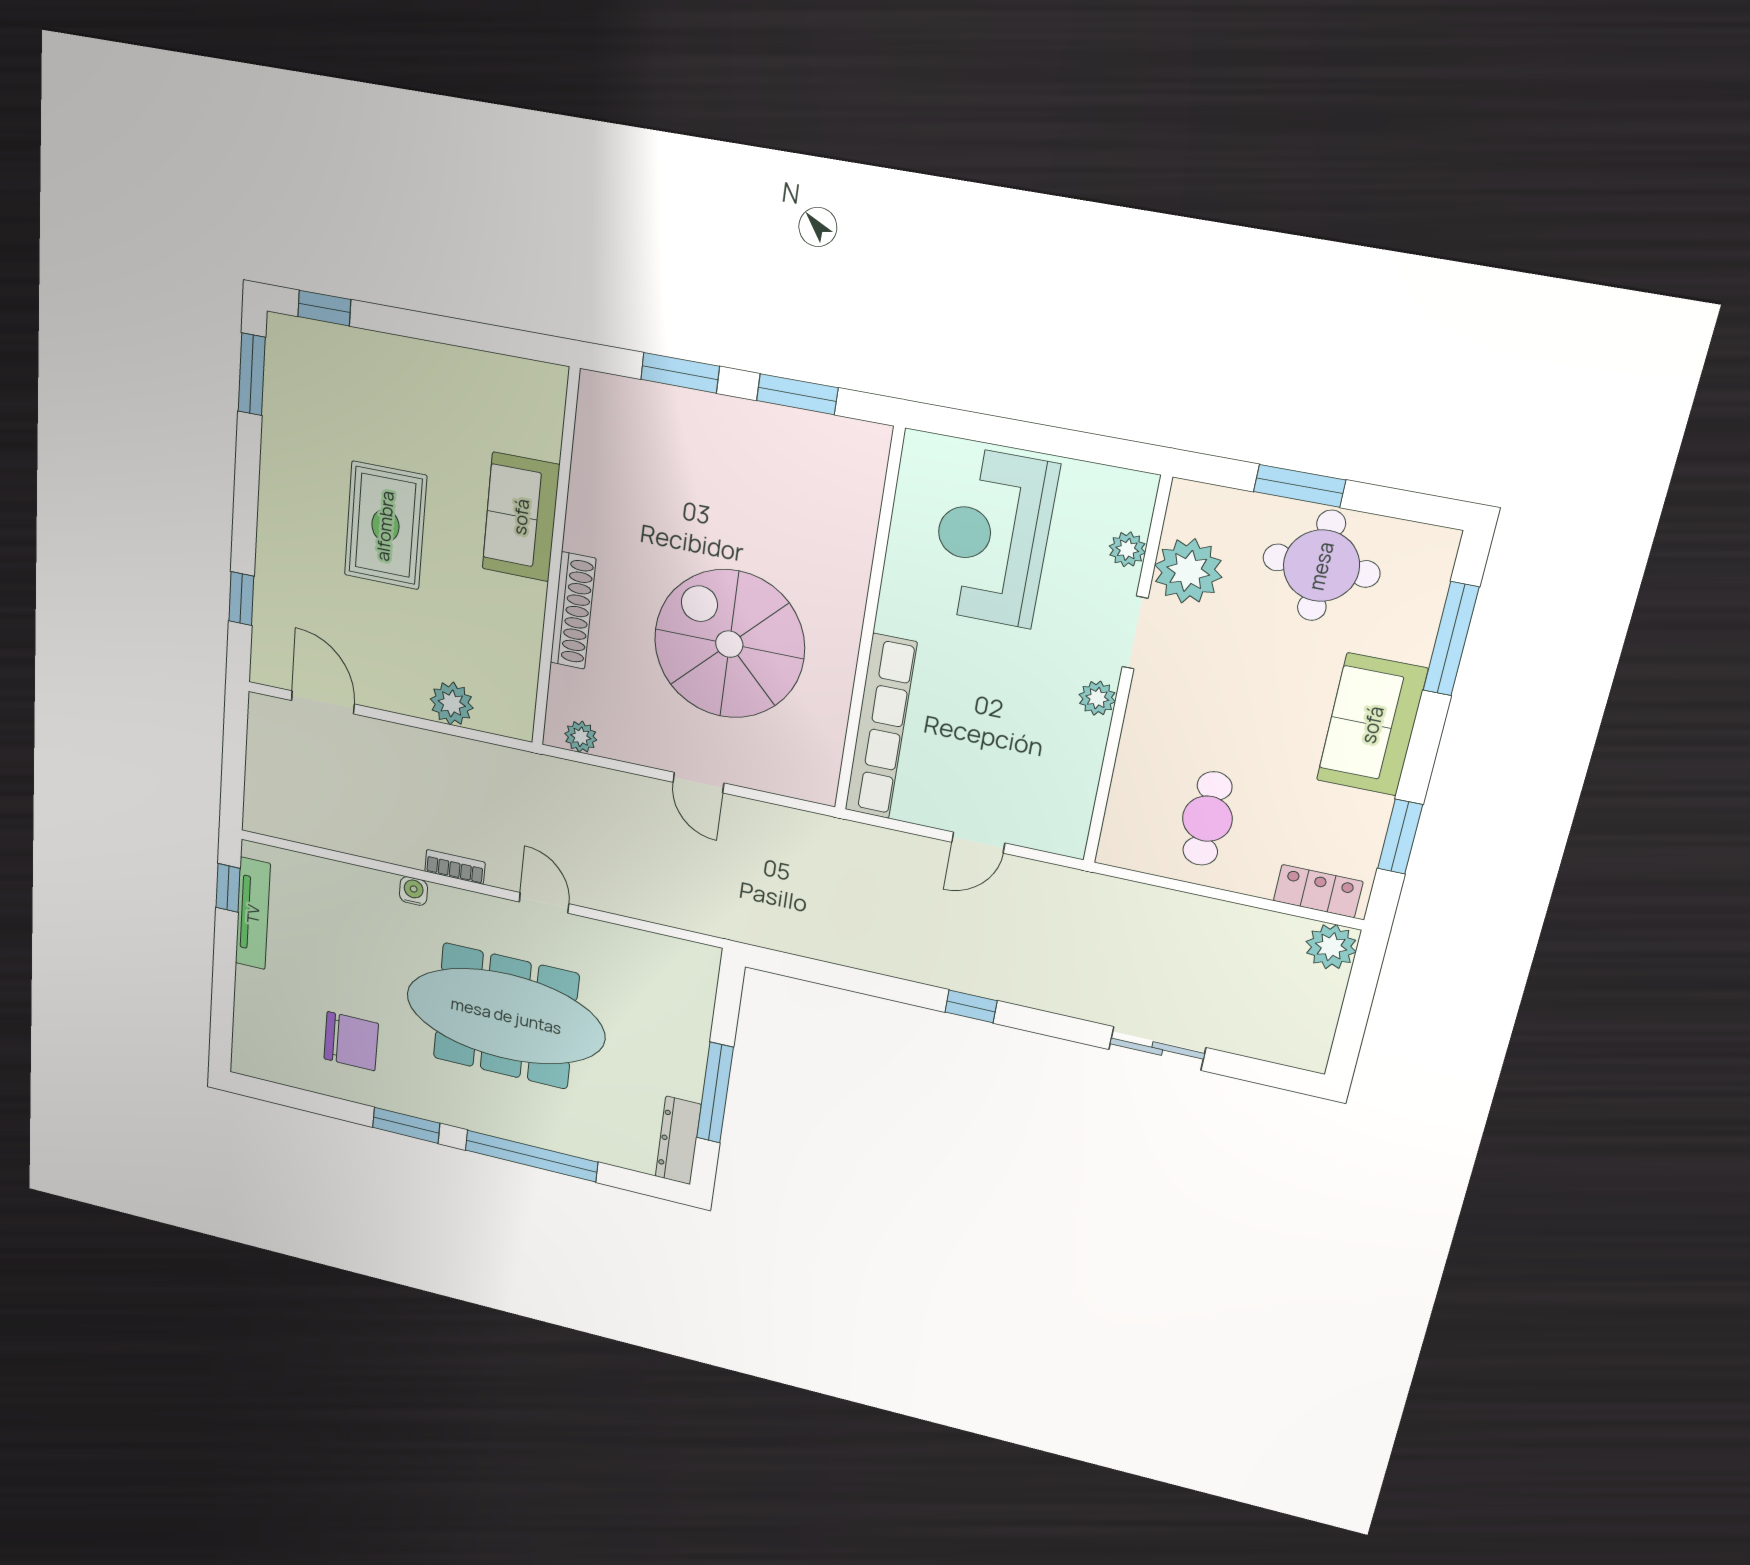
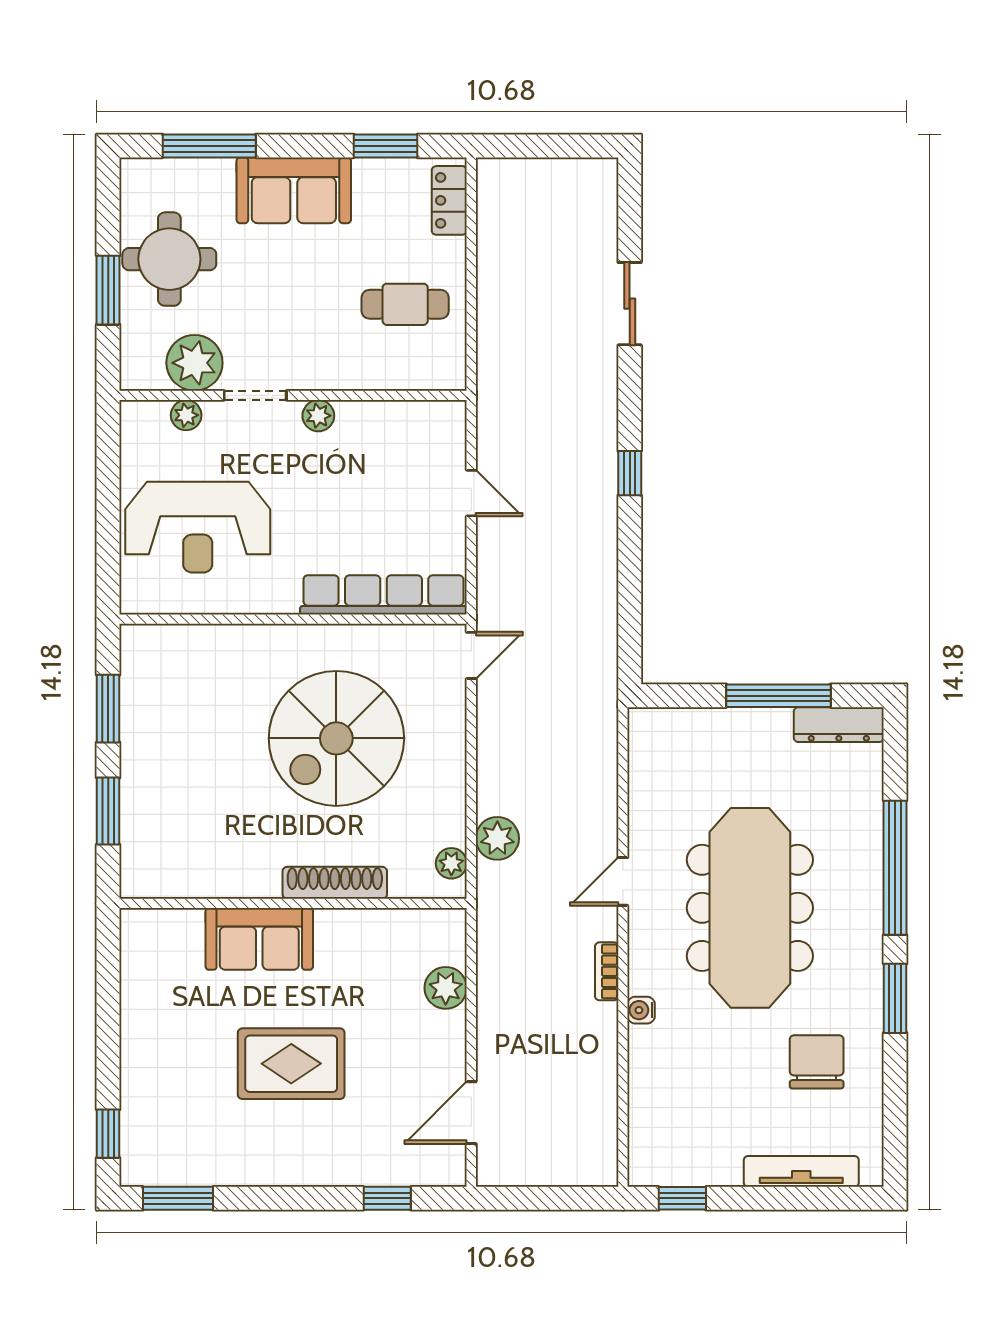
door: (698, 783) -> (471, 655), moved
tv unit: (253, 914) -> (801, 1171), moved
plant: (1331, 947) -> (497, 838), moved

